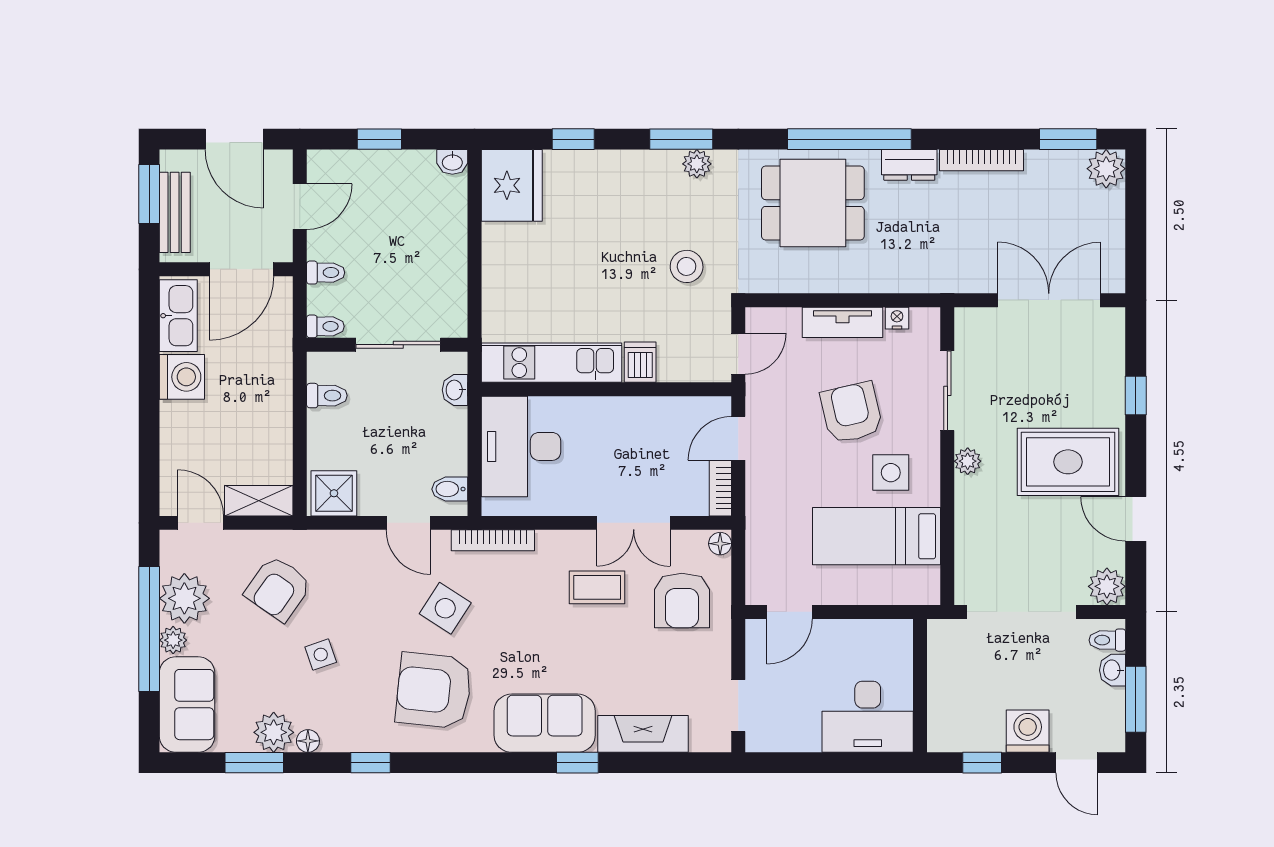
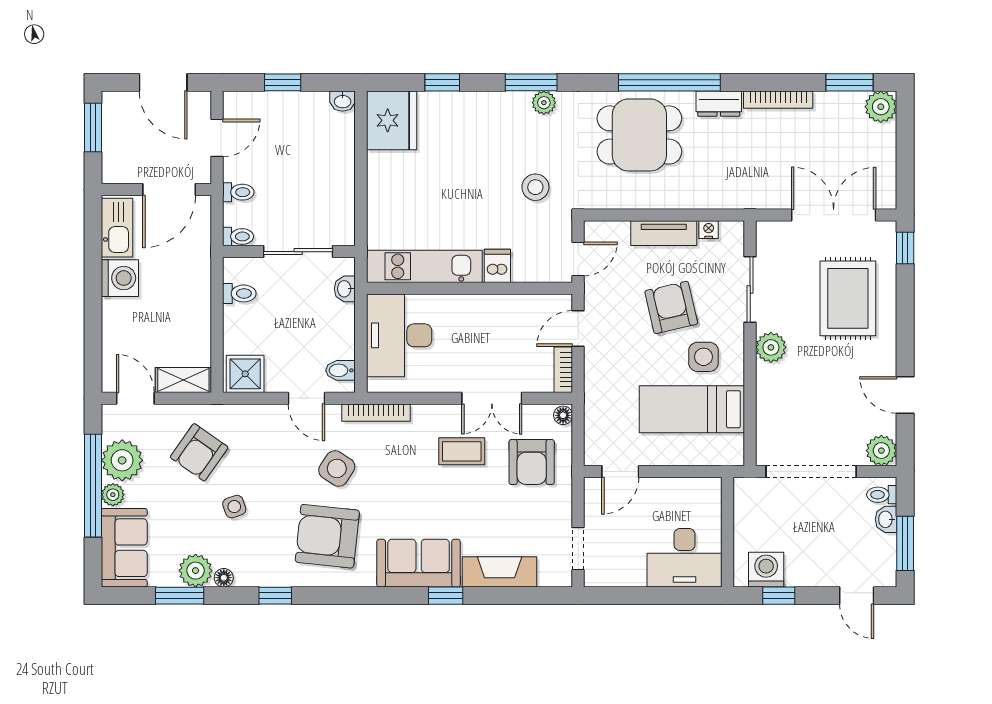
bench: (175, 212) -> (114, 143), removed
window: (1136, 395) -> (905, 248), moved
plant: (968, 461) -> (771, 347), width x1.38, depth x1.38
rug: (1068, 462) -> (848, 298), moved, turned 90
washing machine: (1028, 731) -> (766, 570), moved

